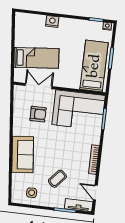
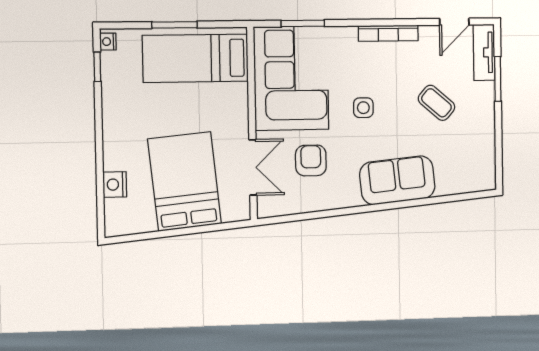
nightstand: (52, 21) -> (115, 185), moved
bed: (36, 58) -> (185, 181), width x1.50
double door: (39, 86) -> (253, 167), swing flipped
side table: (32, 193) -> (363, 108), moved

